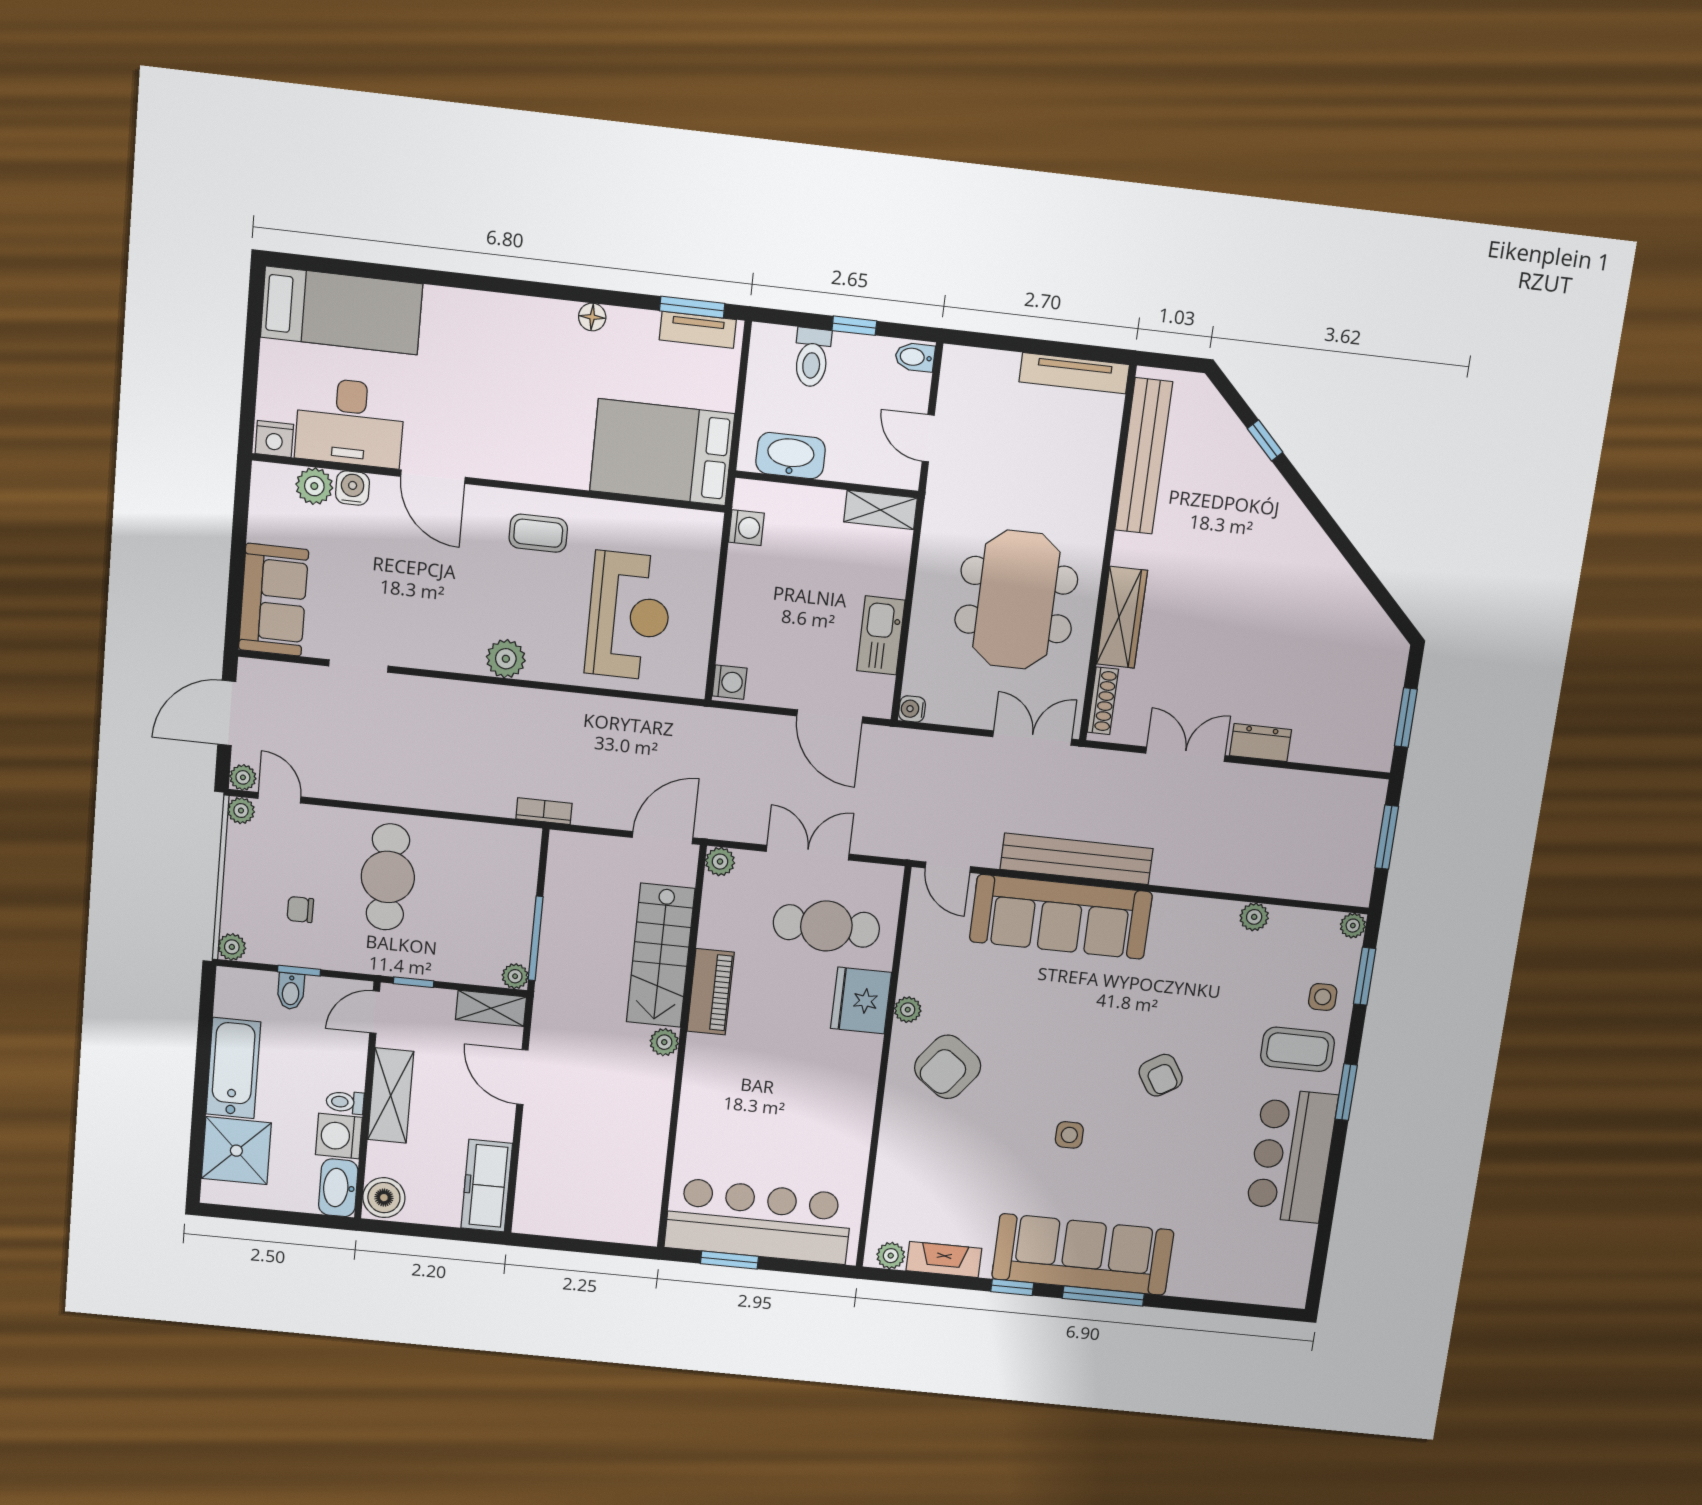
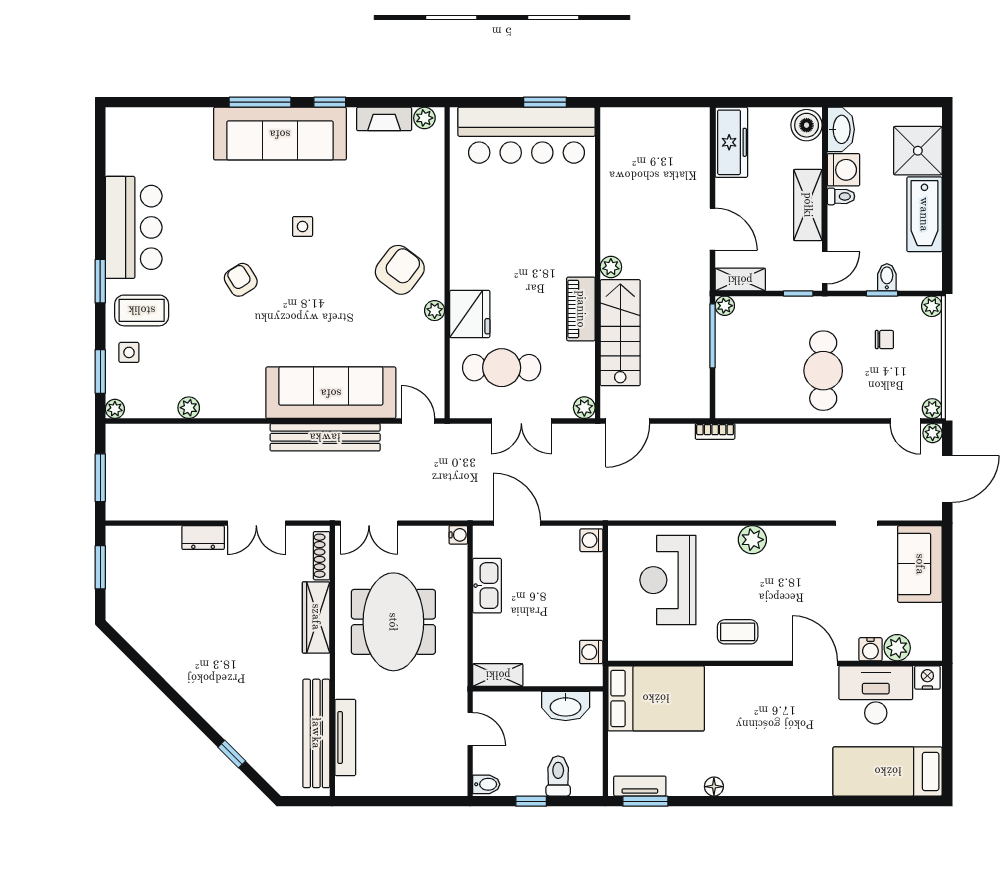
tv unit: (1074, 373) -> (345, 737), moved, turned 90

